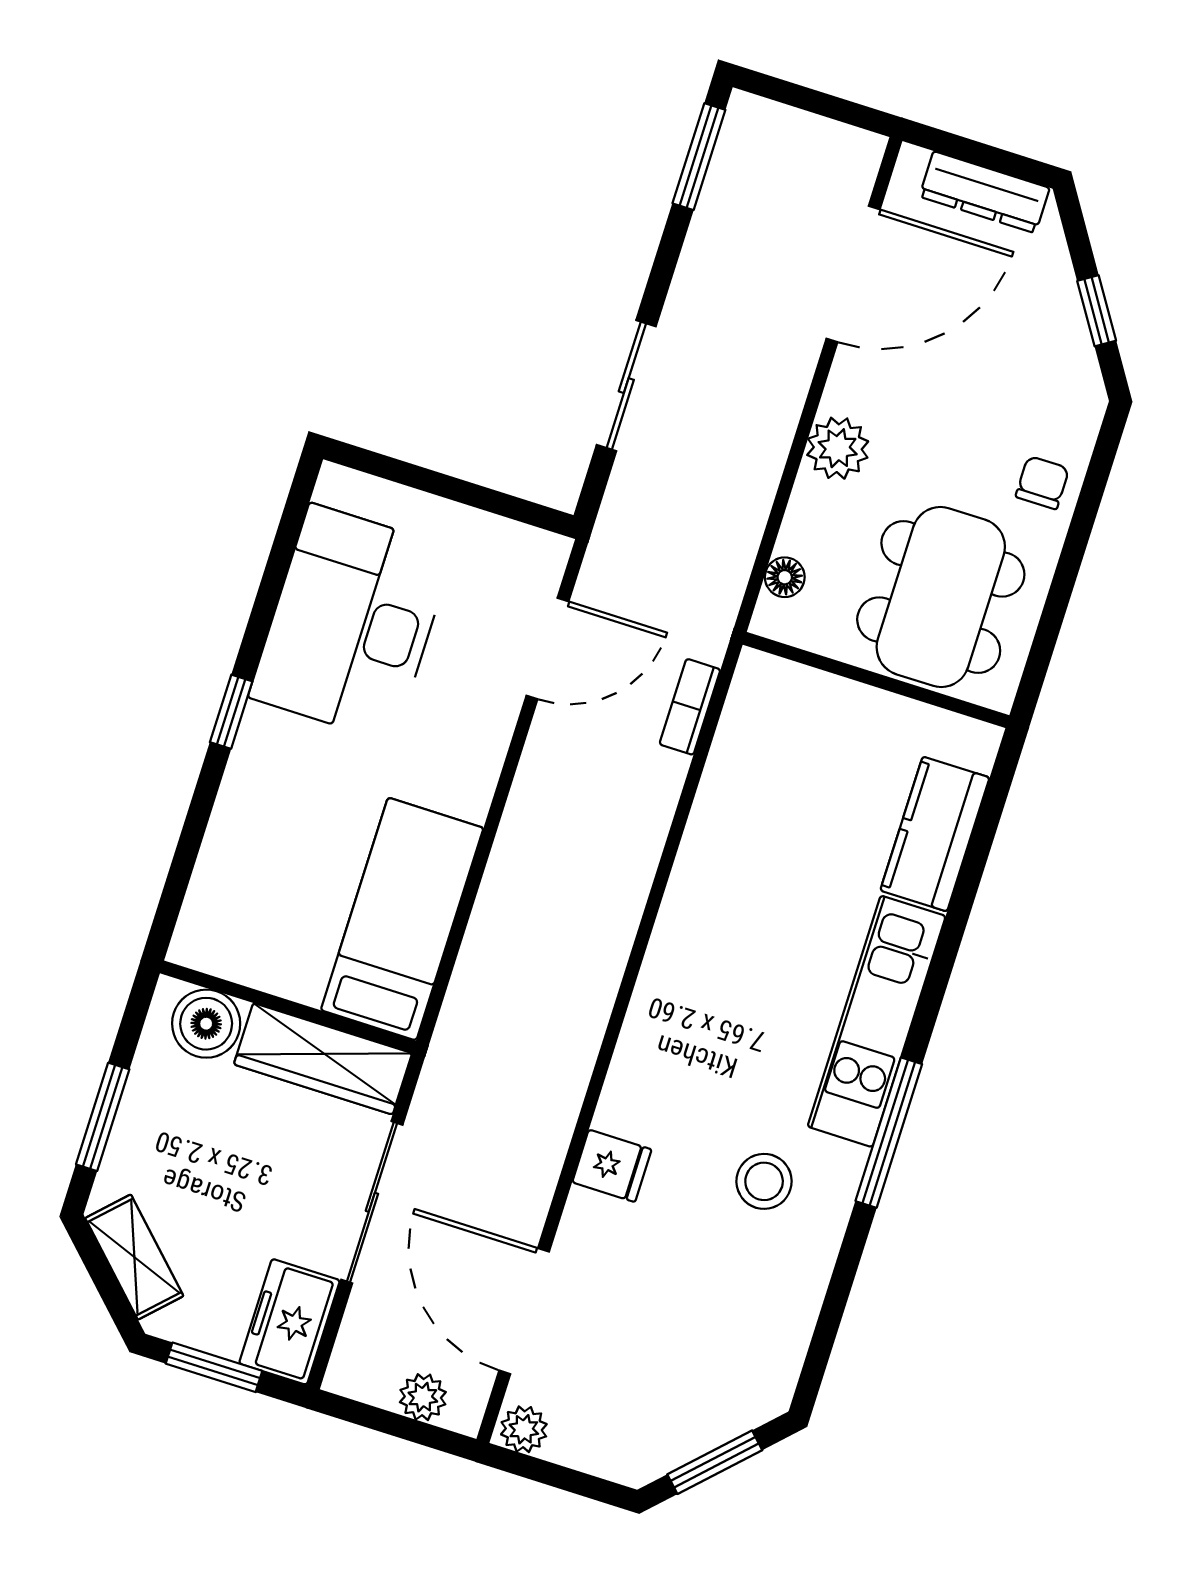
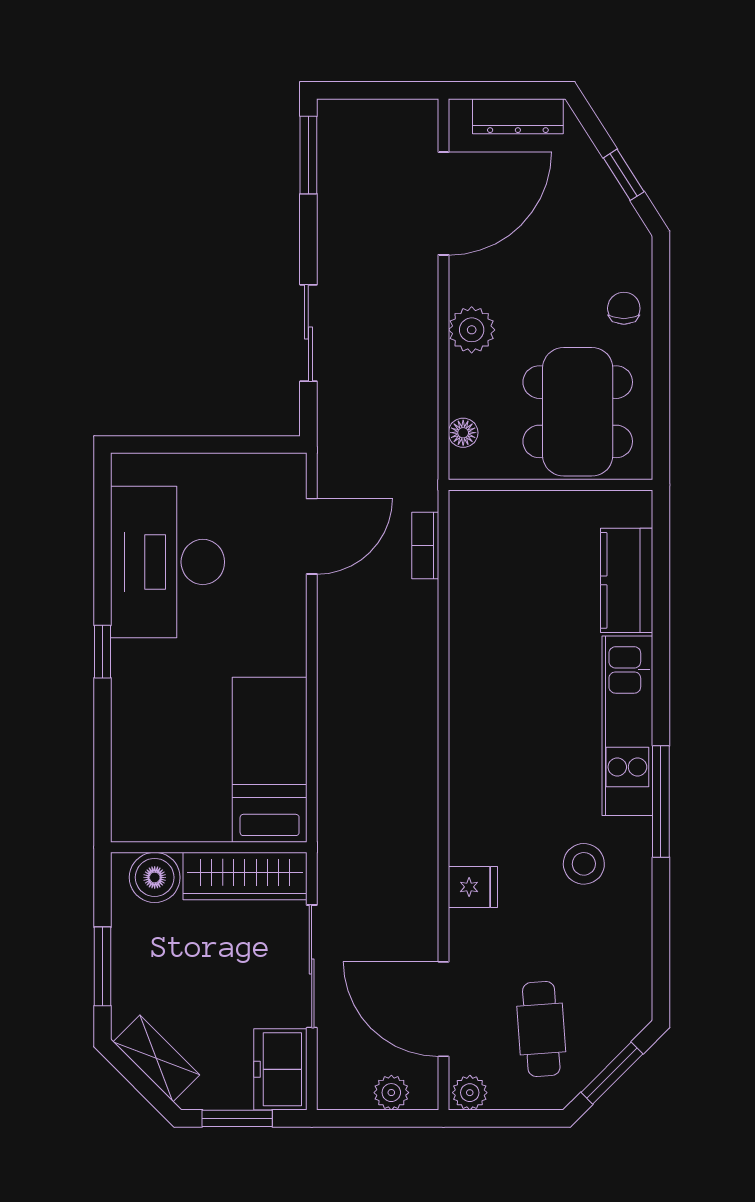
cafe table: (642, 1377) -> (541, 1029), added

